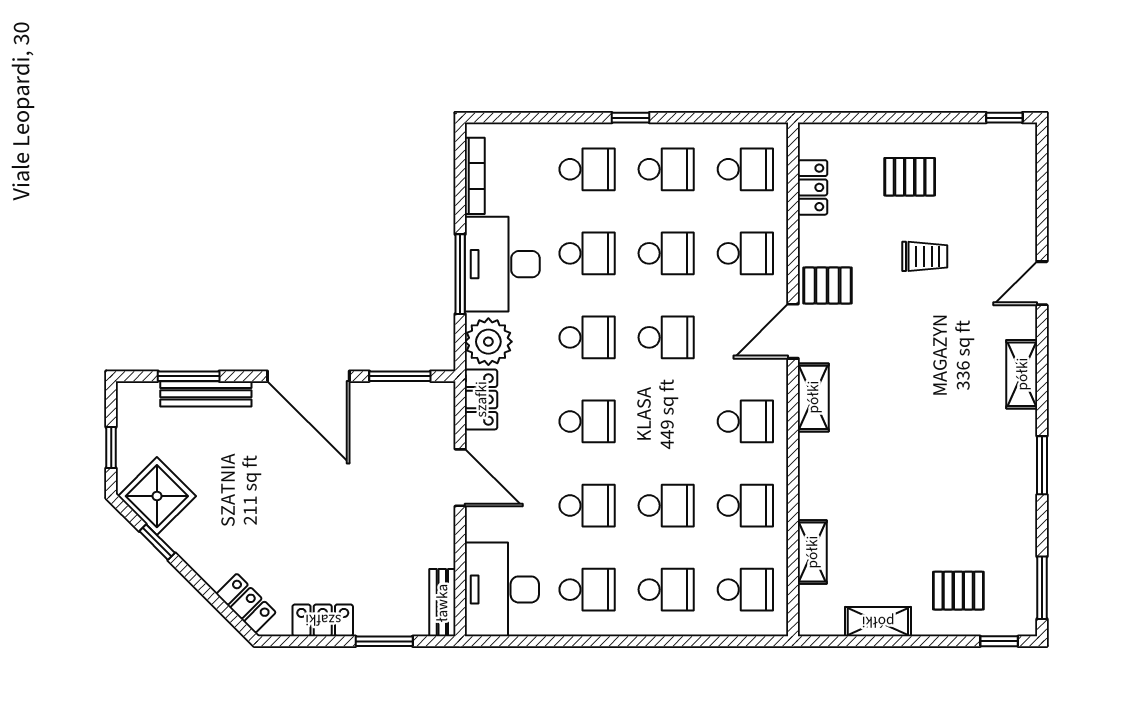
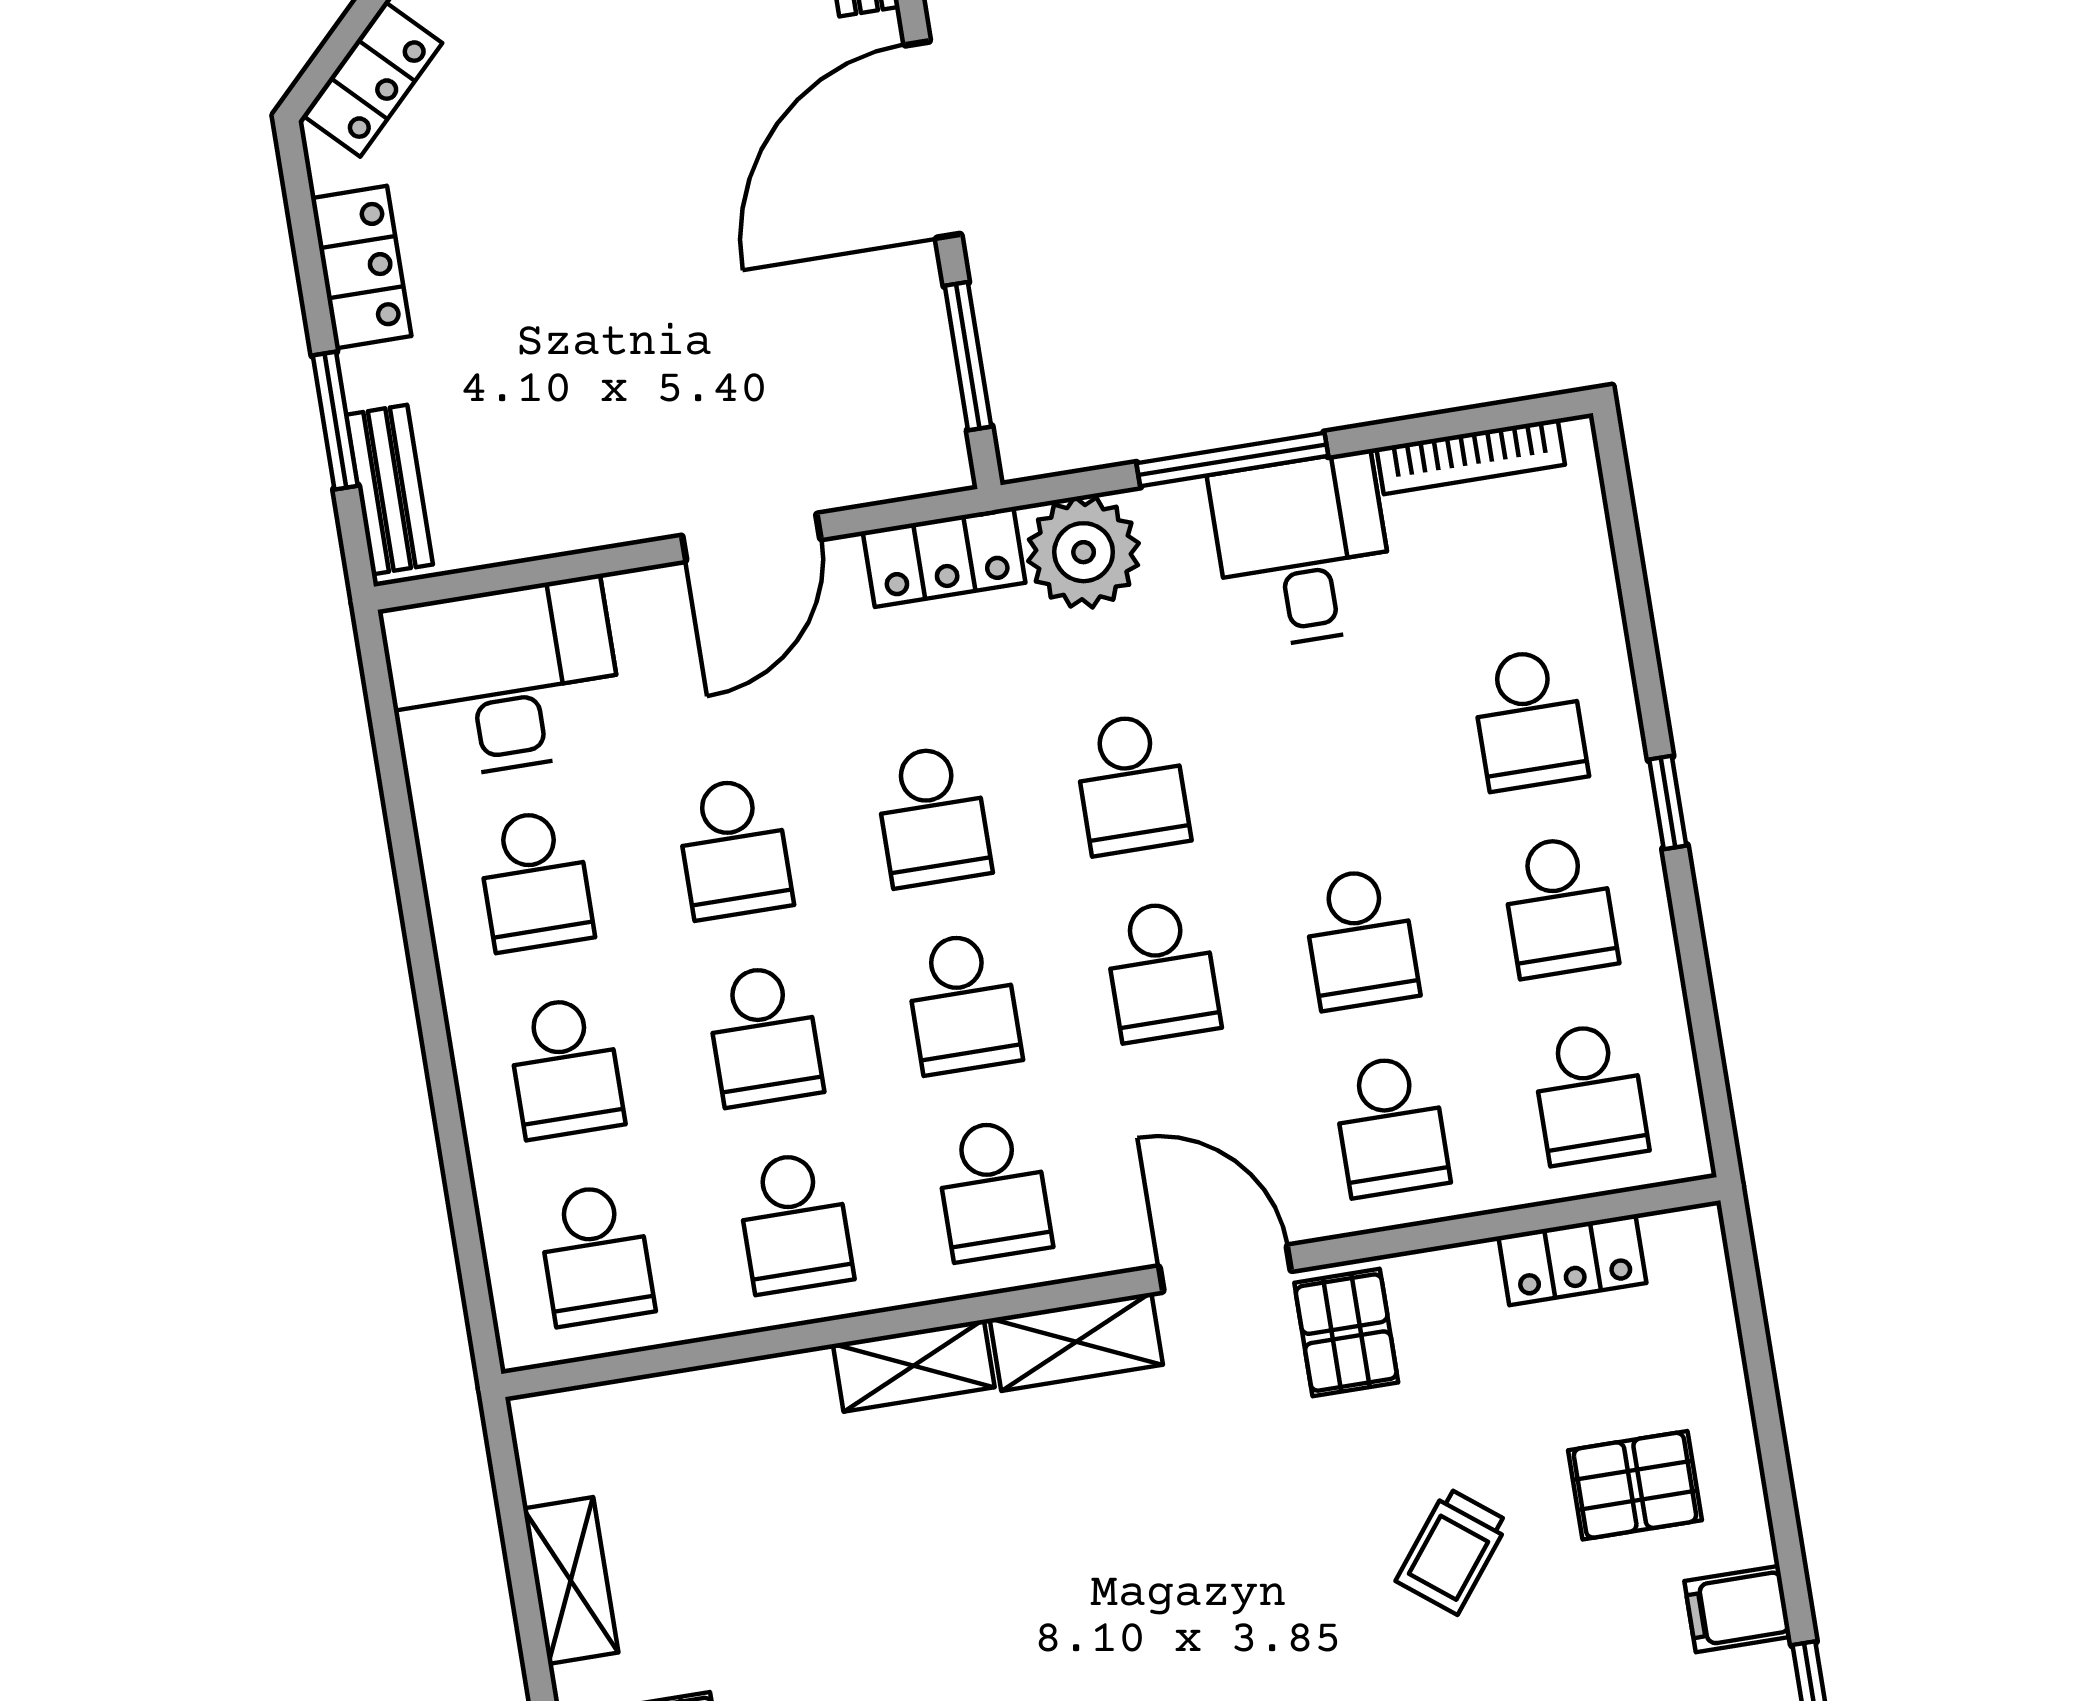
filing cabinet: (968, 143) -> (1738, 1609), added
pallet: (910, 177) -> (1635, 1485), turned 90
school desk: (587, 253) -> (963, 1003), moved
trolley: (925, 256) -> (1452, 1551), turned 38
desk: (502, 264) -> (1303, 550), width x0.73
shelving: (812, 552) -> (914, 1366), moved
bench: (442, 603) -> (389, 490), moved, turned 90

